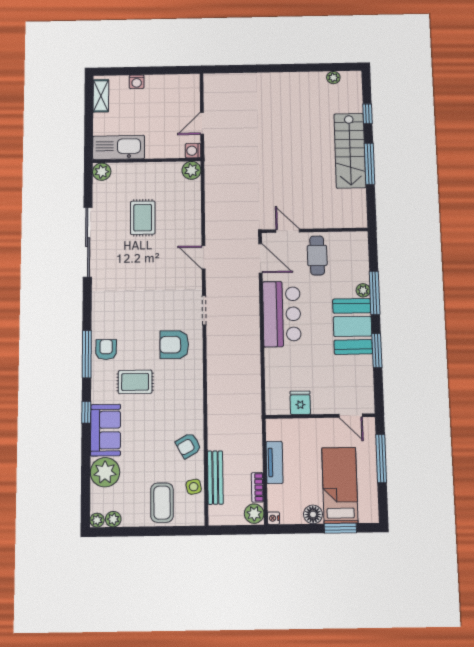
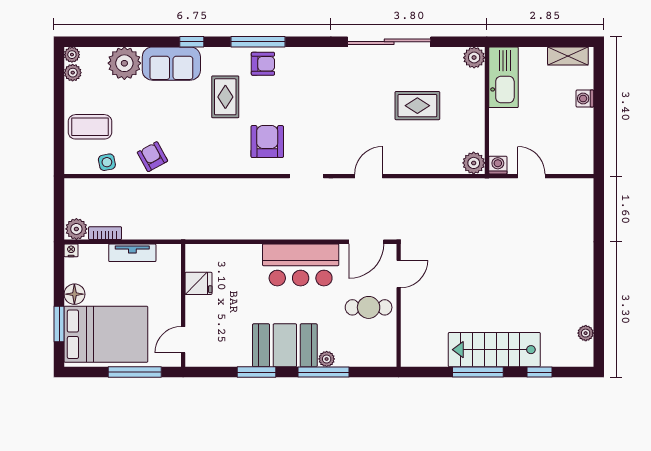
bench: (215, 478) -> (117, 186), removed
bed: (340, 485) -> (106, 334), width x1.50

